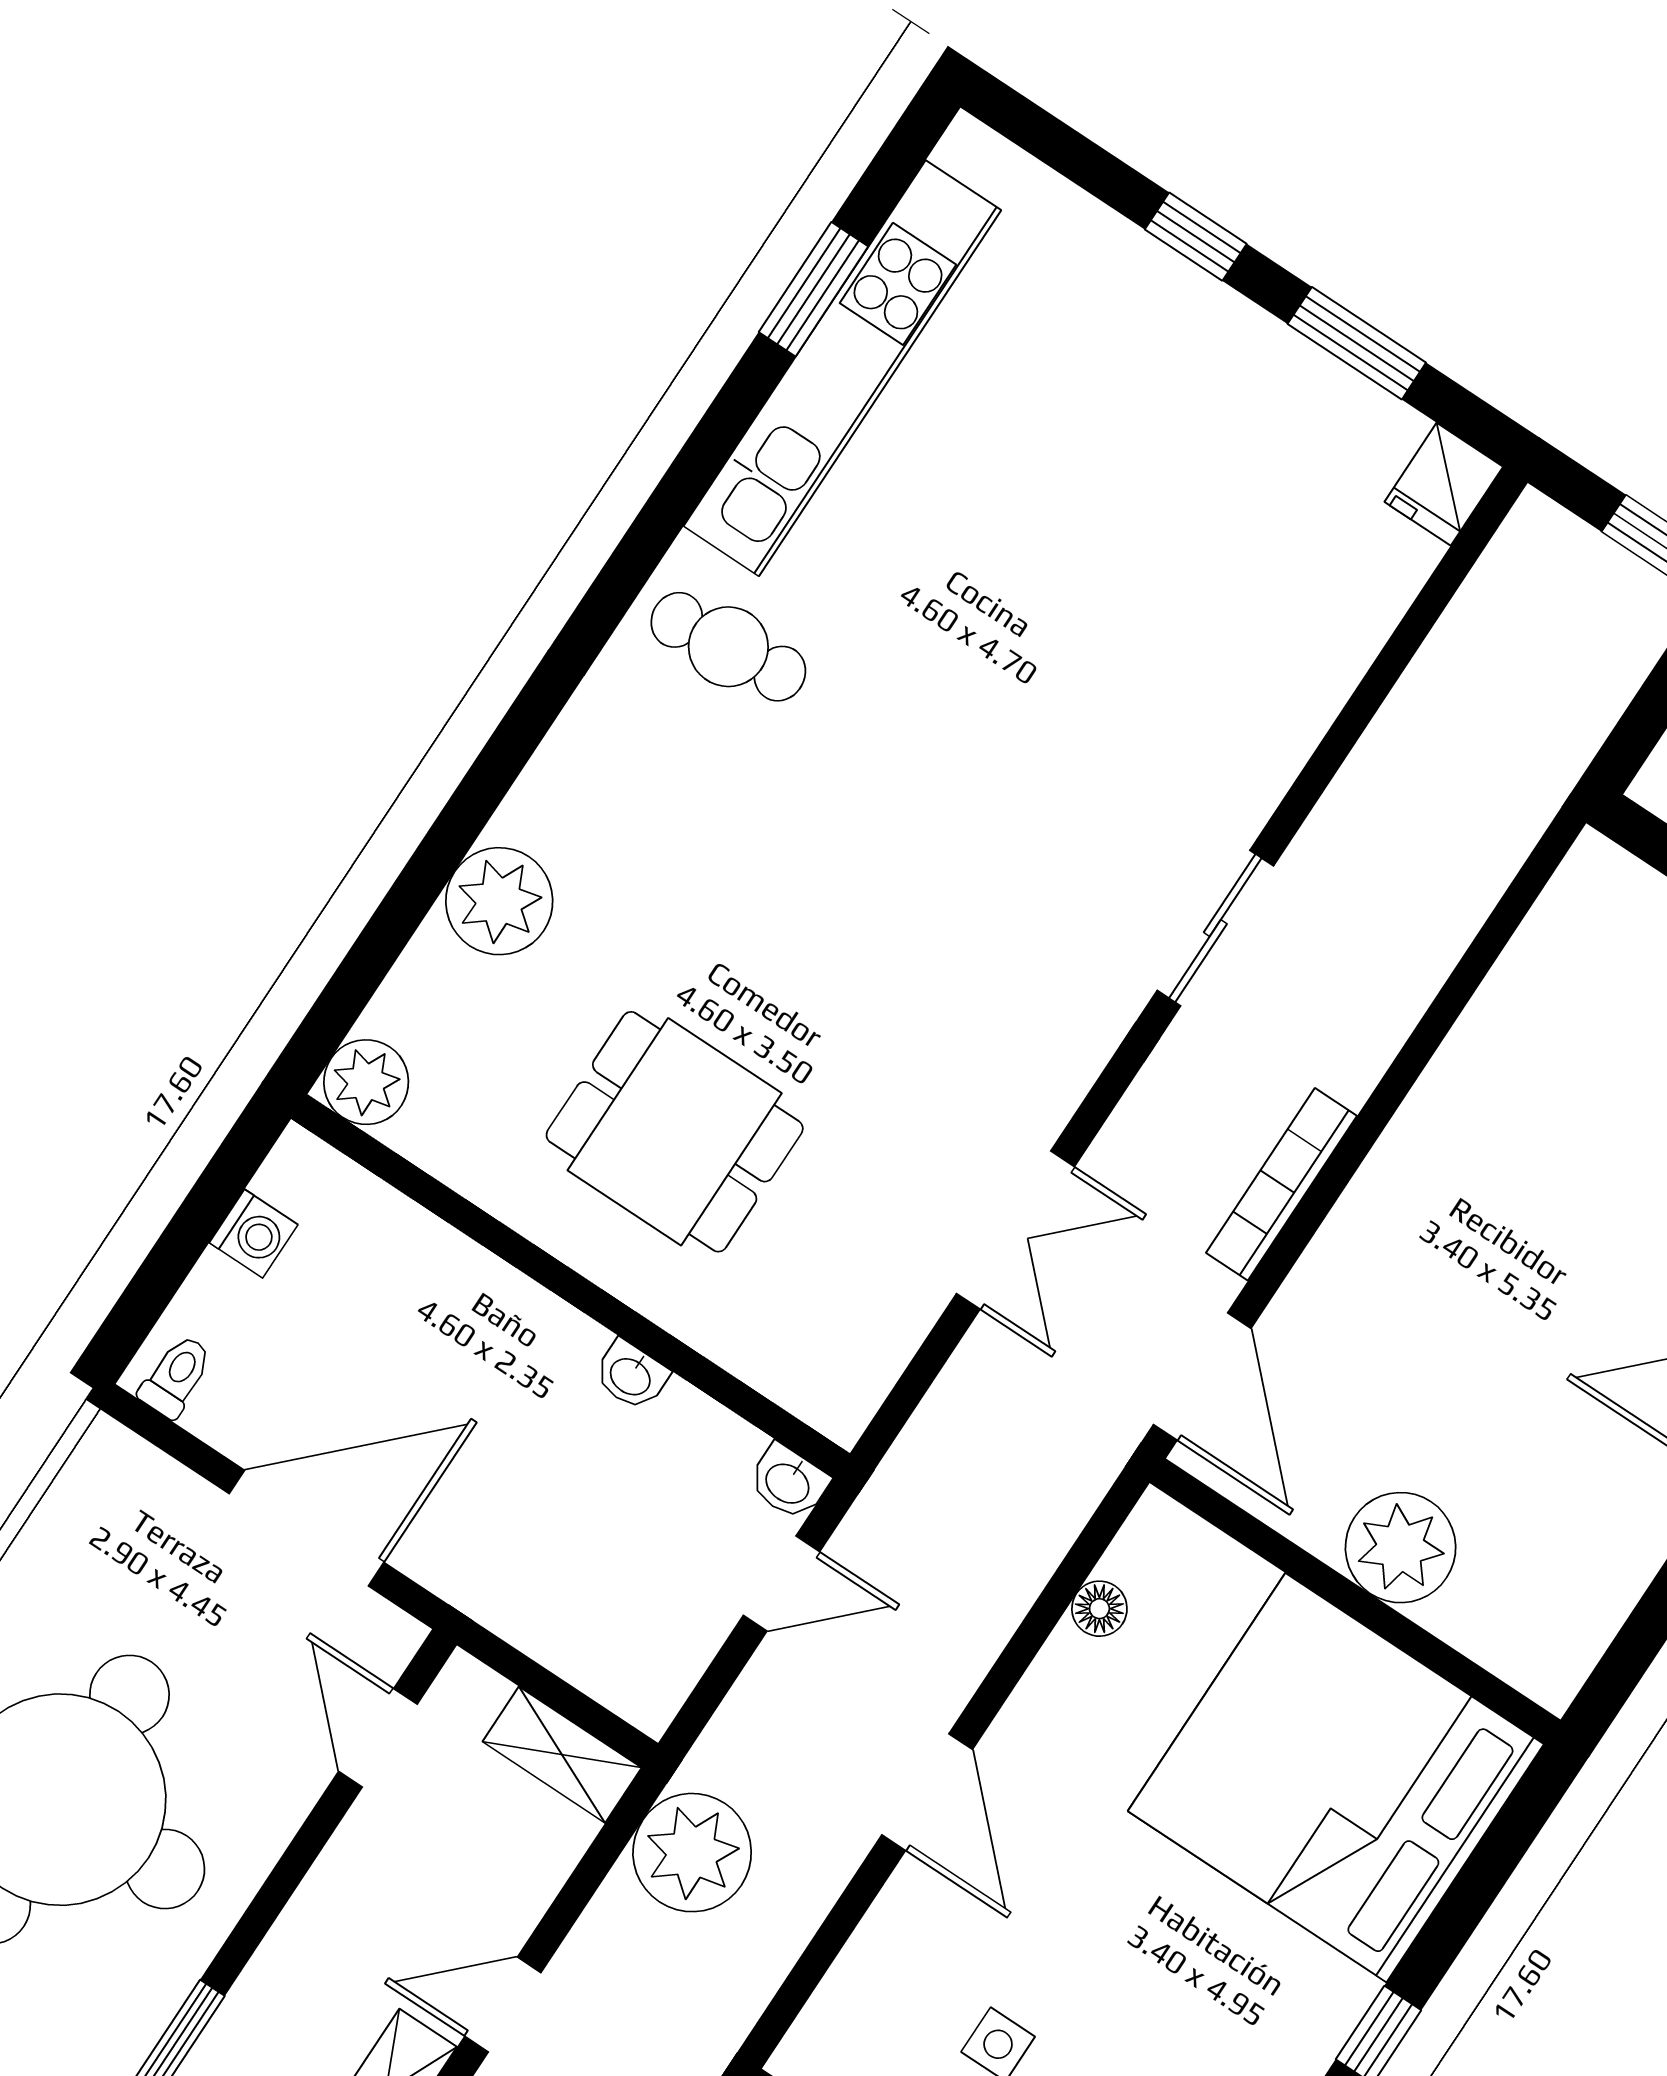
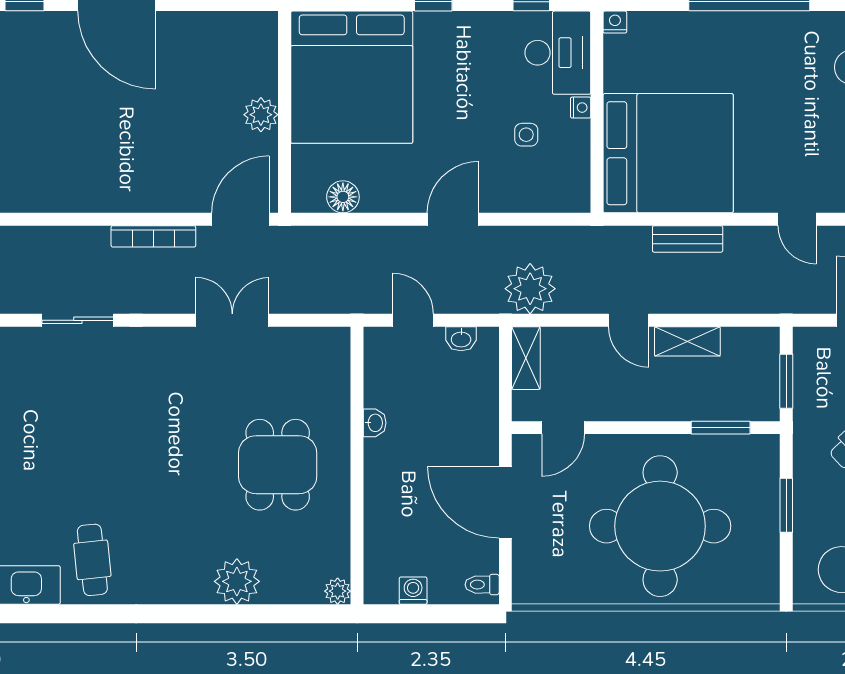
plant: (366, 1082) -> (338, 591), width x0.73, depth x0.73
washbasin: (788, 1482) -> (461, 339), moved, turned 90
plant: (1401, 1548) -> (261, 115), width x0.73, depth x0.73
floor lamp: (1099, 1609) -> (343, 197), width x1.37, depth x1.37

